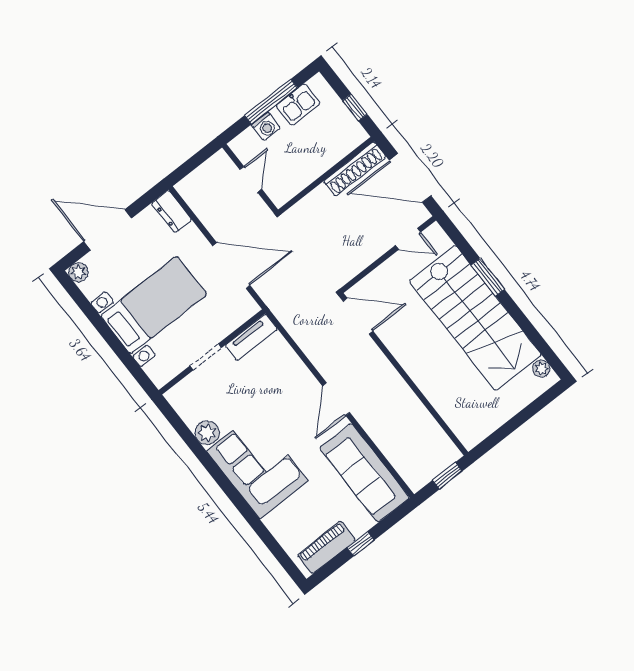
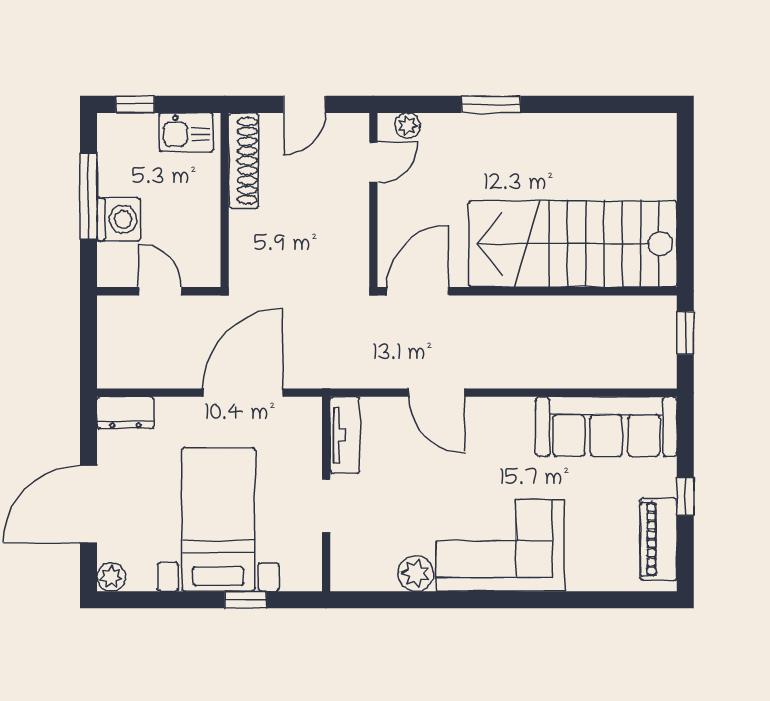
kitchen sink: (298, 105) -> (186, 132), moved, turned 90
window: (355, 107) -> (135, 104), moved
washing machine: (266, 126) -> (119, 219), width x1.38, depth x1.38
door: (410, 178) -> (304, 104), width x0.53
stairs: (475, 318) -> (573, 244), moved, turned 180
window: (122, 353) -> (245, 600), added
plant: (541, 369) -> (408, 125), moved
door: (336, 399) -> (437, 393), moved

